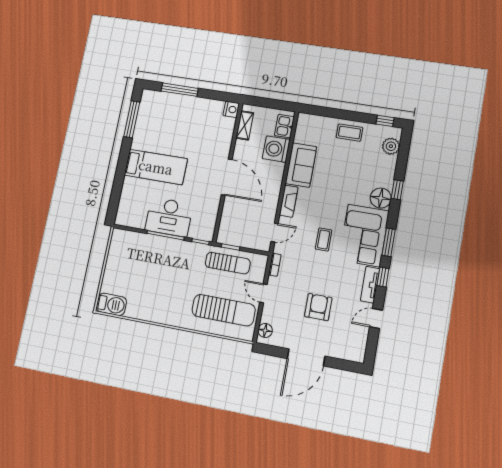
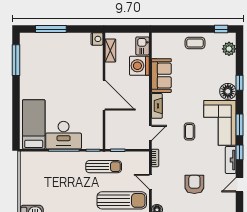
bed: (156, 167) -> (34, 124), moved, turned -90
sun lounger: (228, 263) -> (104, 167), moved

